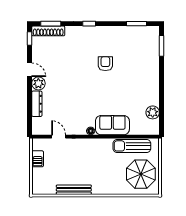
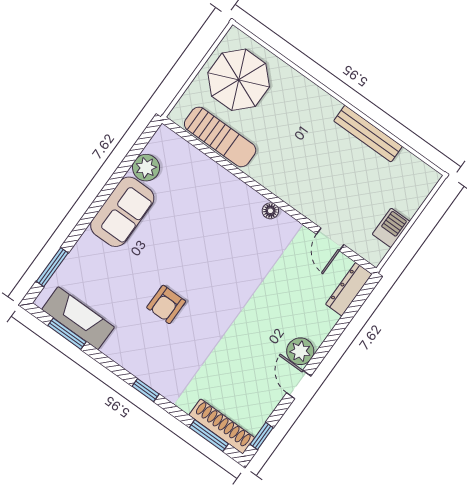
fireplace: (137, 33) -> (78, 318), added
dresser: (37, 104) -> (349, 289), moved
sofa: (112, 125) -> (122, 212), moved, turned -90

